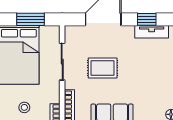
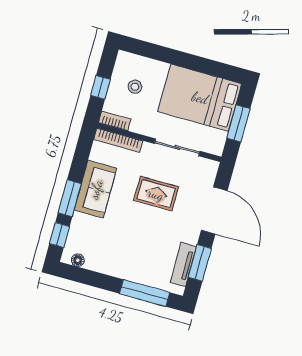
window: (147, 19) -> (200, 263), width x1.50
rug: (103, 68) -> (156, 194), turned 90

